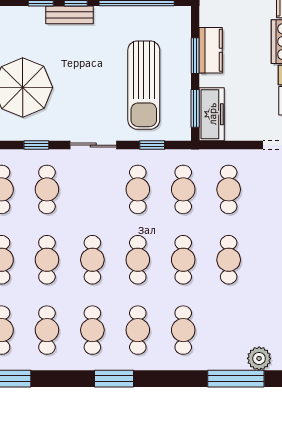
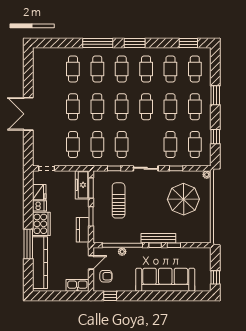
bench: (69, 15) -> (158, 238), width x1.36
kitchen counter: (211, 50) -> (83, 230), moved
sun lounger: (144, 85) -> (119, 200), width x0.73, depth x0.75
cafe table: (229, 330) -> (73, 69), added
plant: (259, 358) -> (57, 54), removed
window: (236, 379) -> (98, 43), moved

